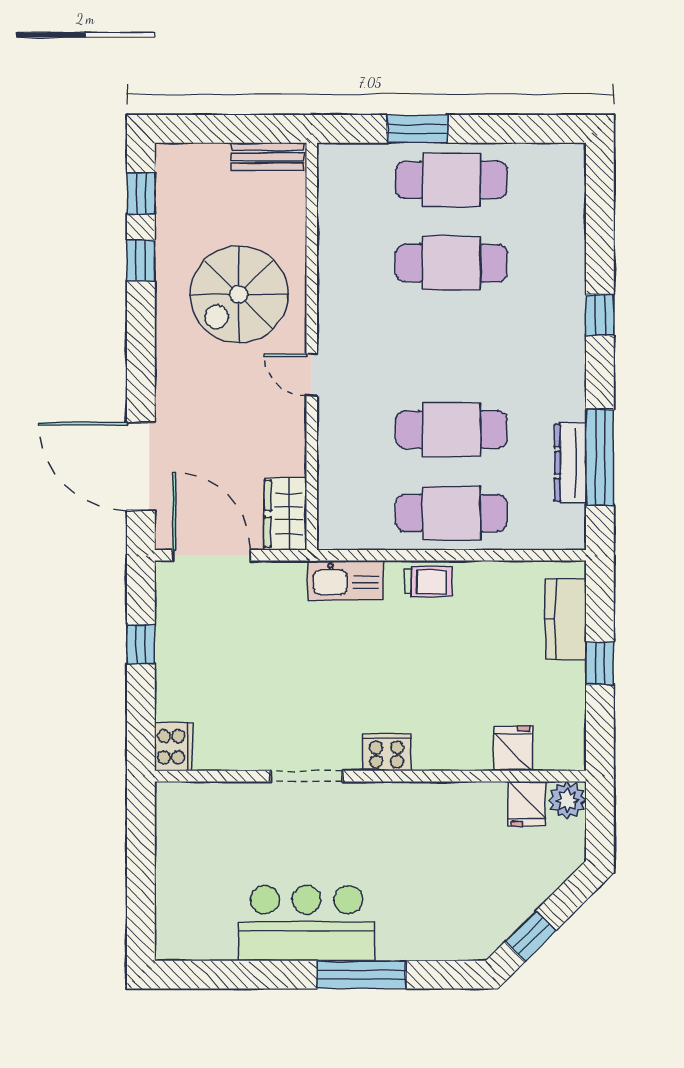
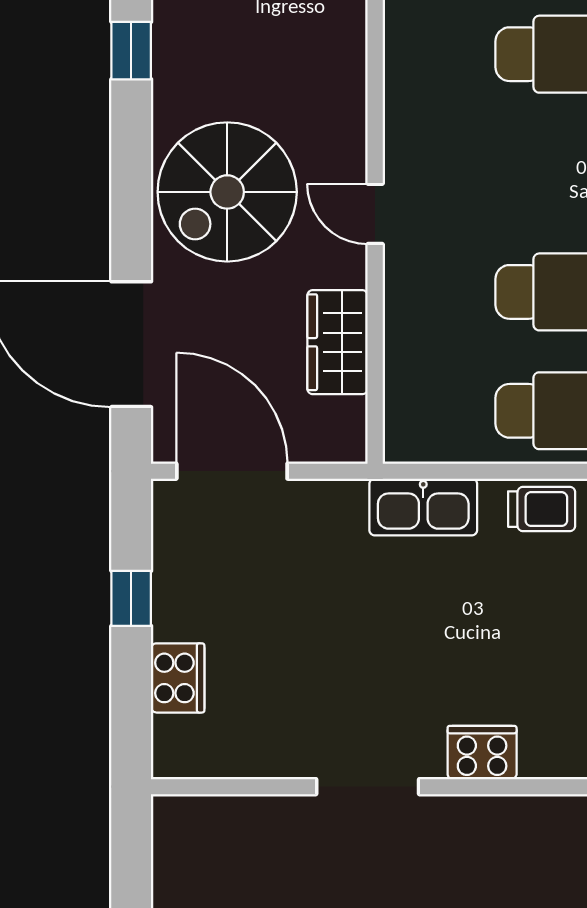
spiral stairs: (239, 294) -> (227, 192), moved
wardrobe: (285, 514) -> (338, 342), moved
cooker: (173, 747) -> (178, 678), moved

